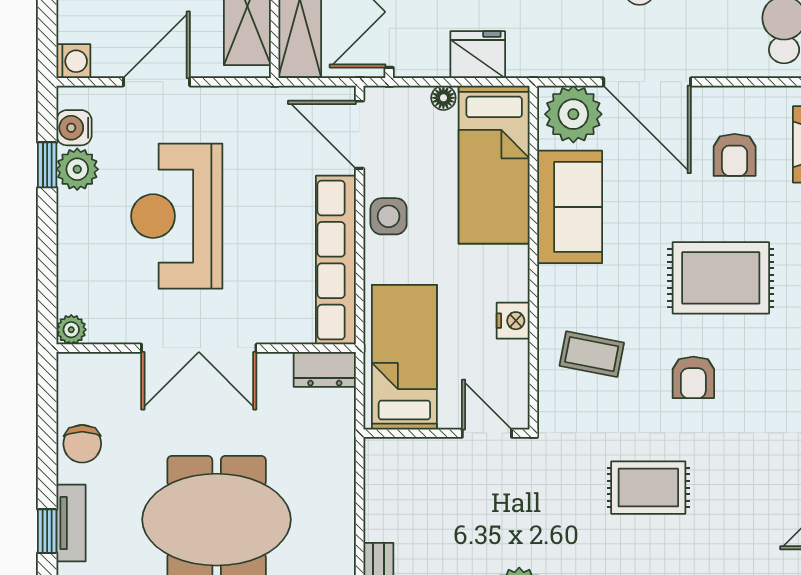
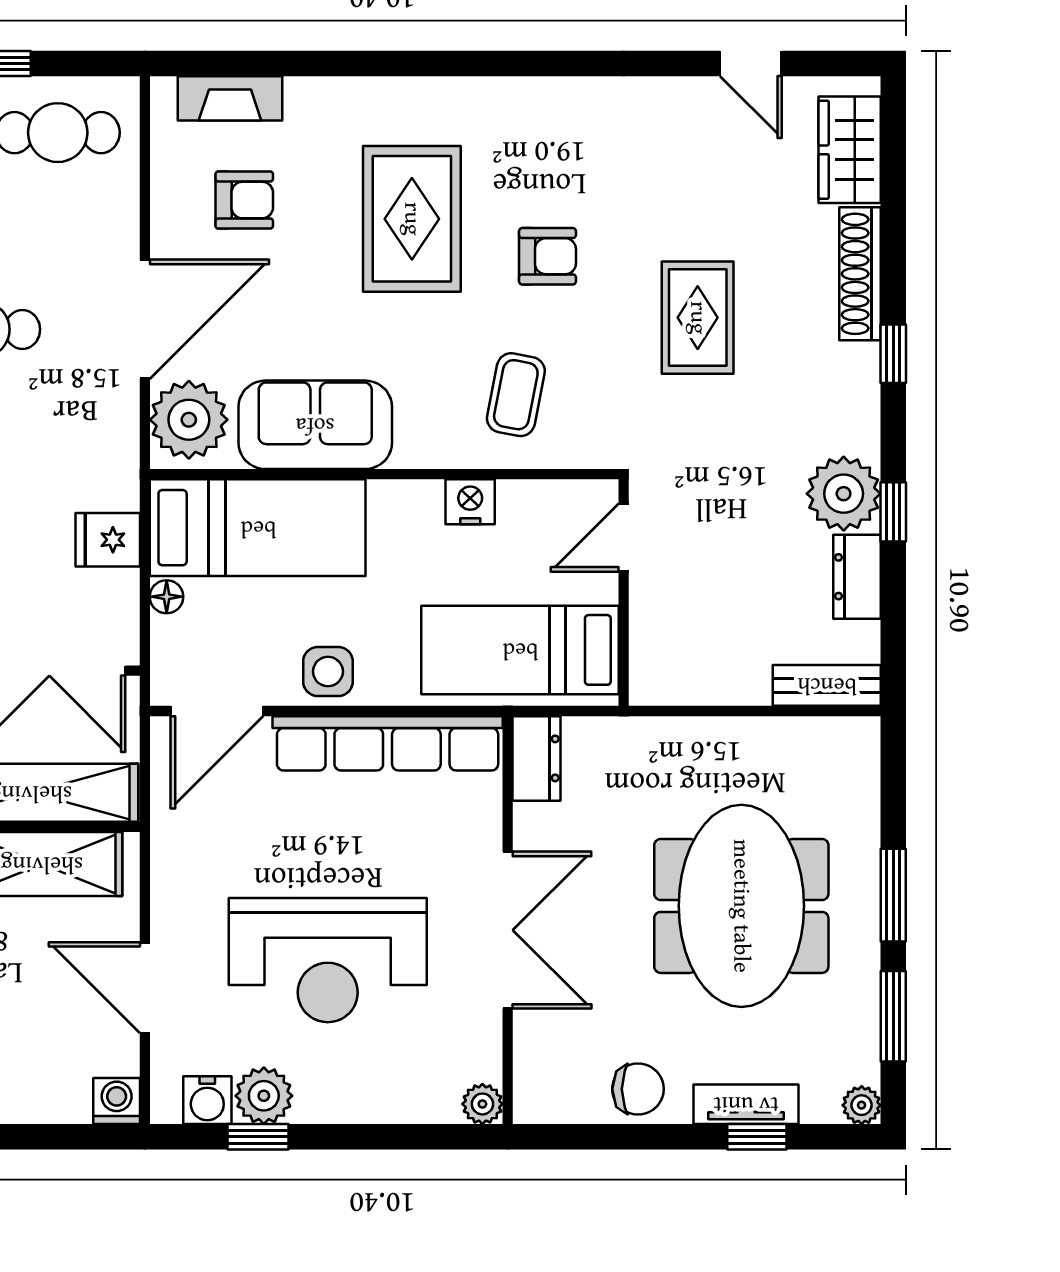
fridge: (478, 55) -> (108, 540), width x0.72

